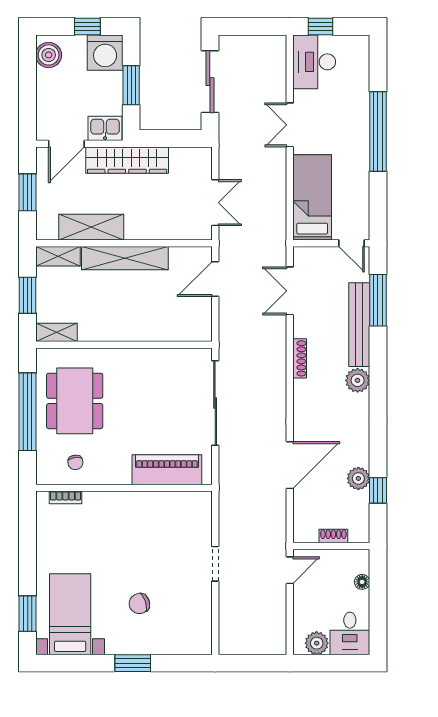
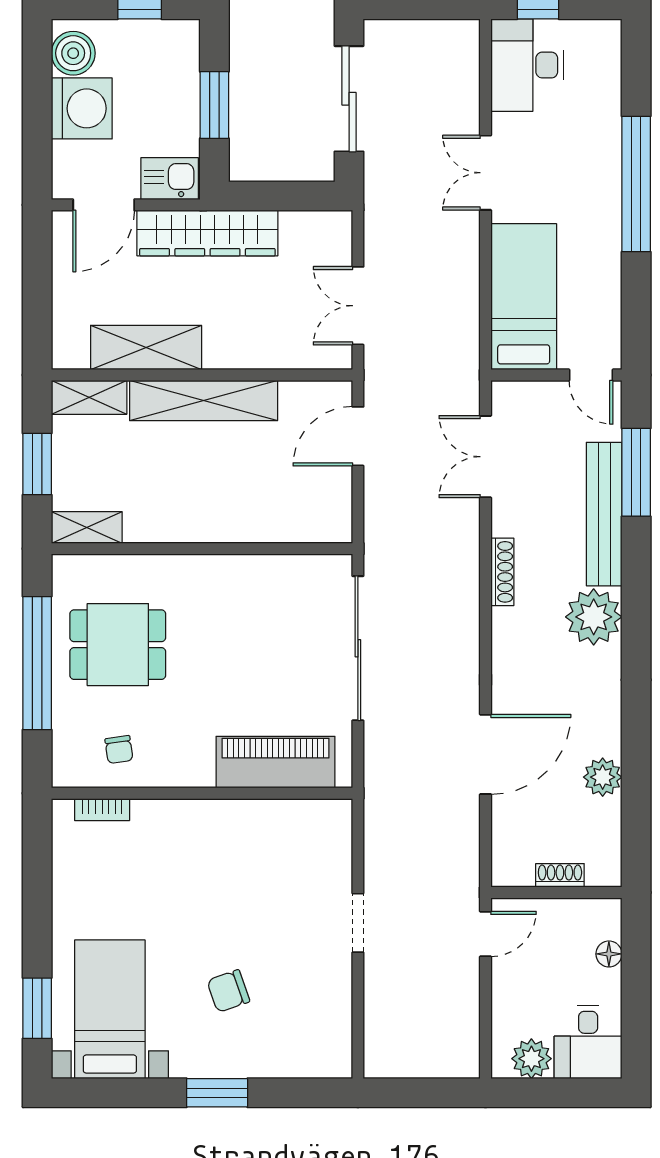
washing machine: (105, 53) -> (82, 108), moved, turned -90
window: (28, 192) -> (37, 288), removed
double door: (215, 203) -> (358, 306), swing flipped
plant: (358, 380) -> (594, 617), width x1.36, depth x1.36
dining table: (75, 401) -> (118, 645), width x0.73
window: (378, 490) -> (636, 798), removed

